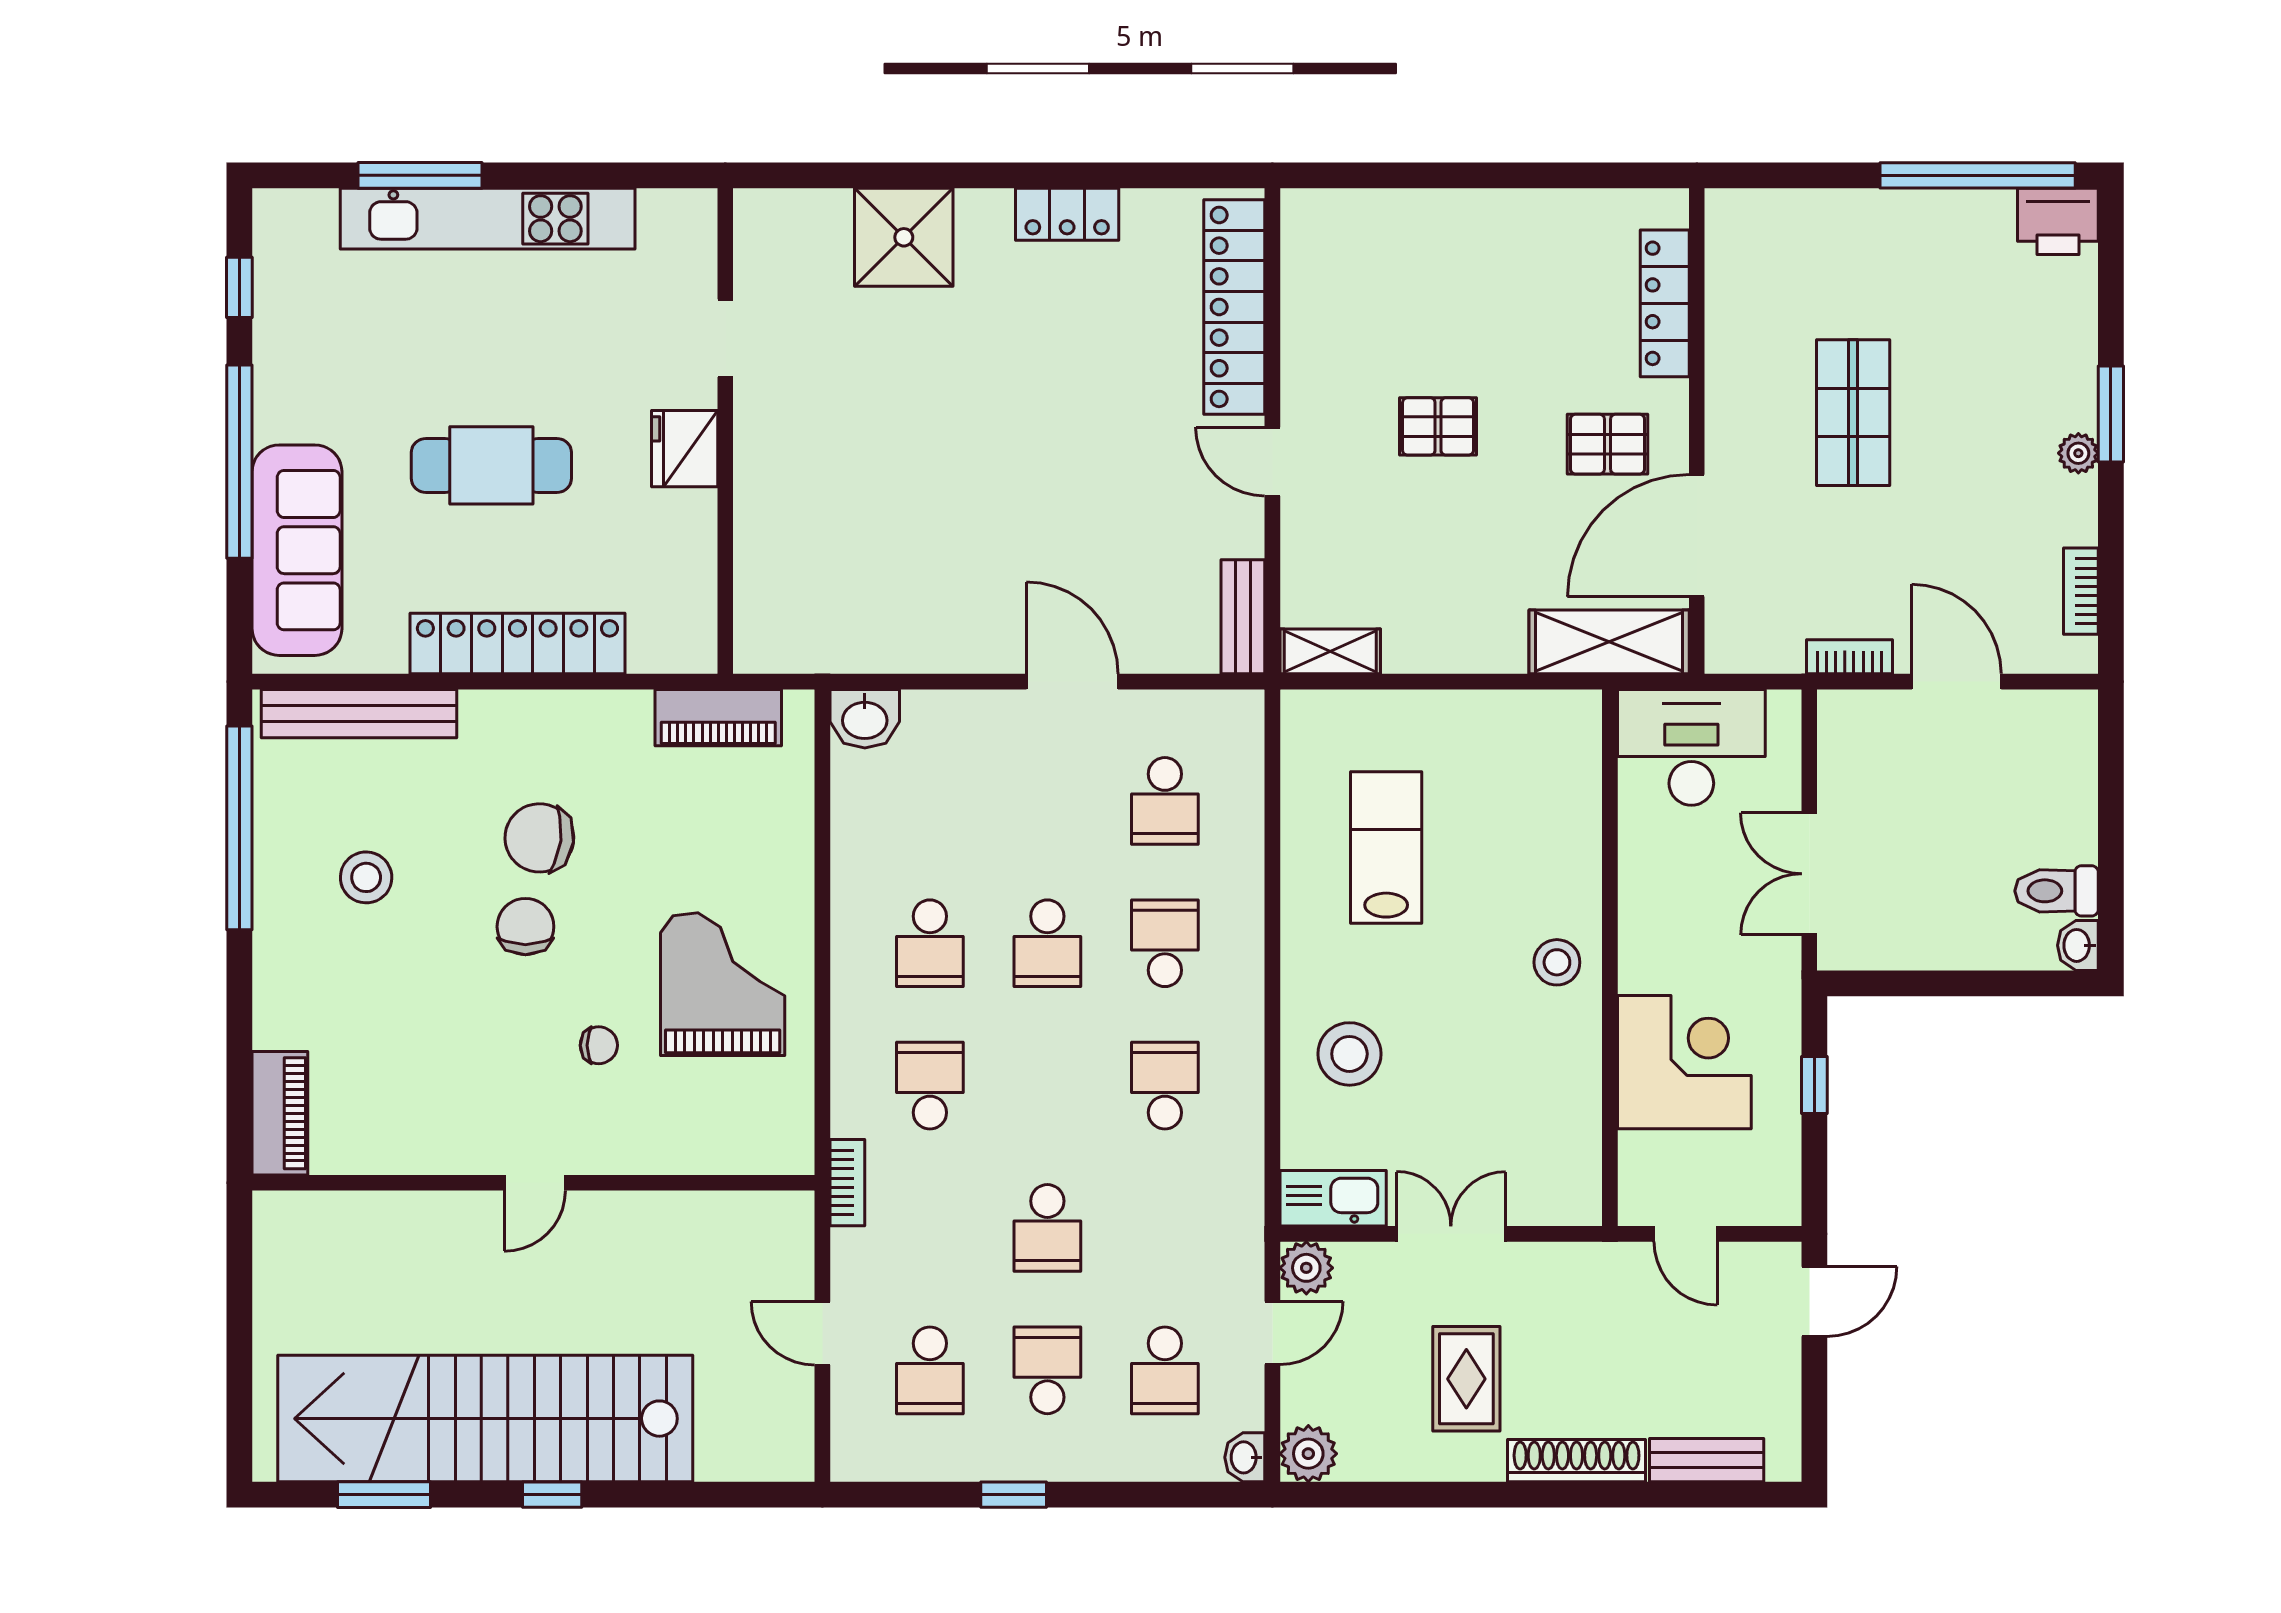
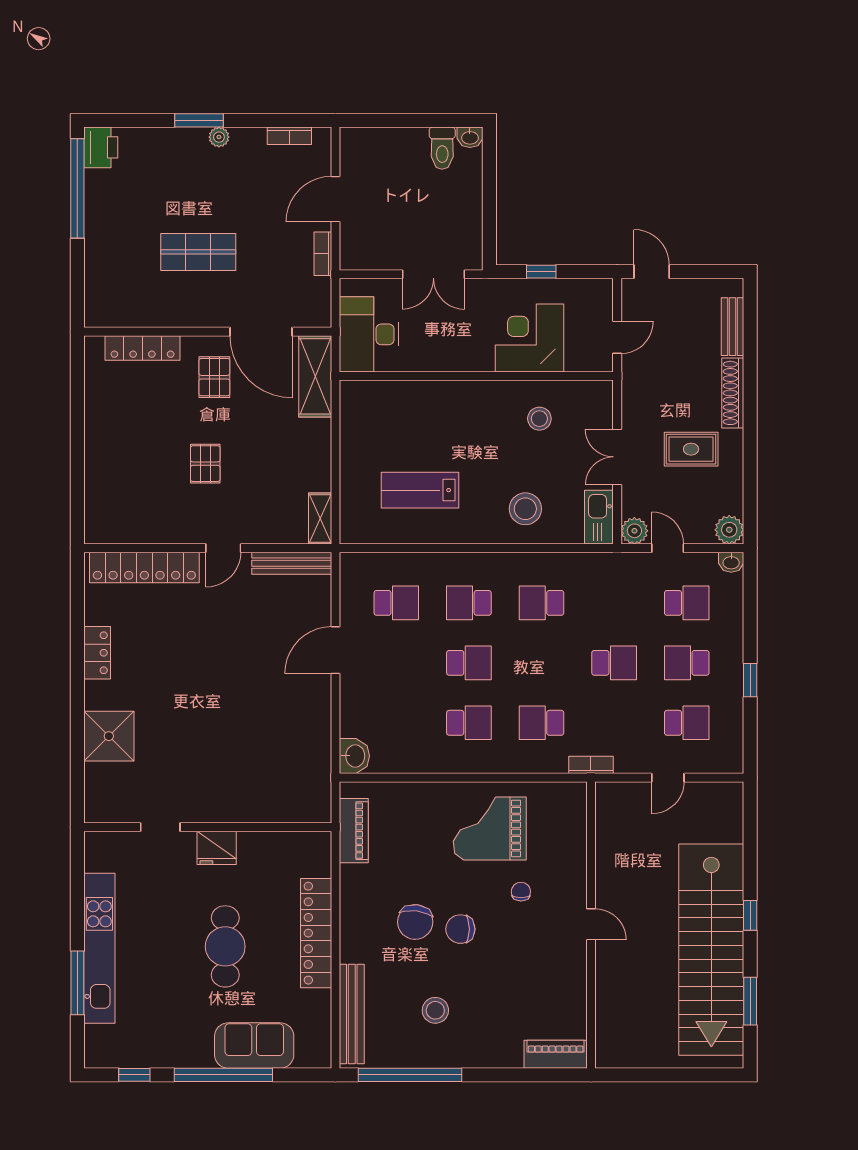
sofa: (297, 550) -> (254, 1046), width x0.73
bench: (1243, 617) -> (292, 563), width x1.36
stool: (1557, 962) -> (539, 419), moved

